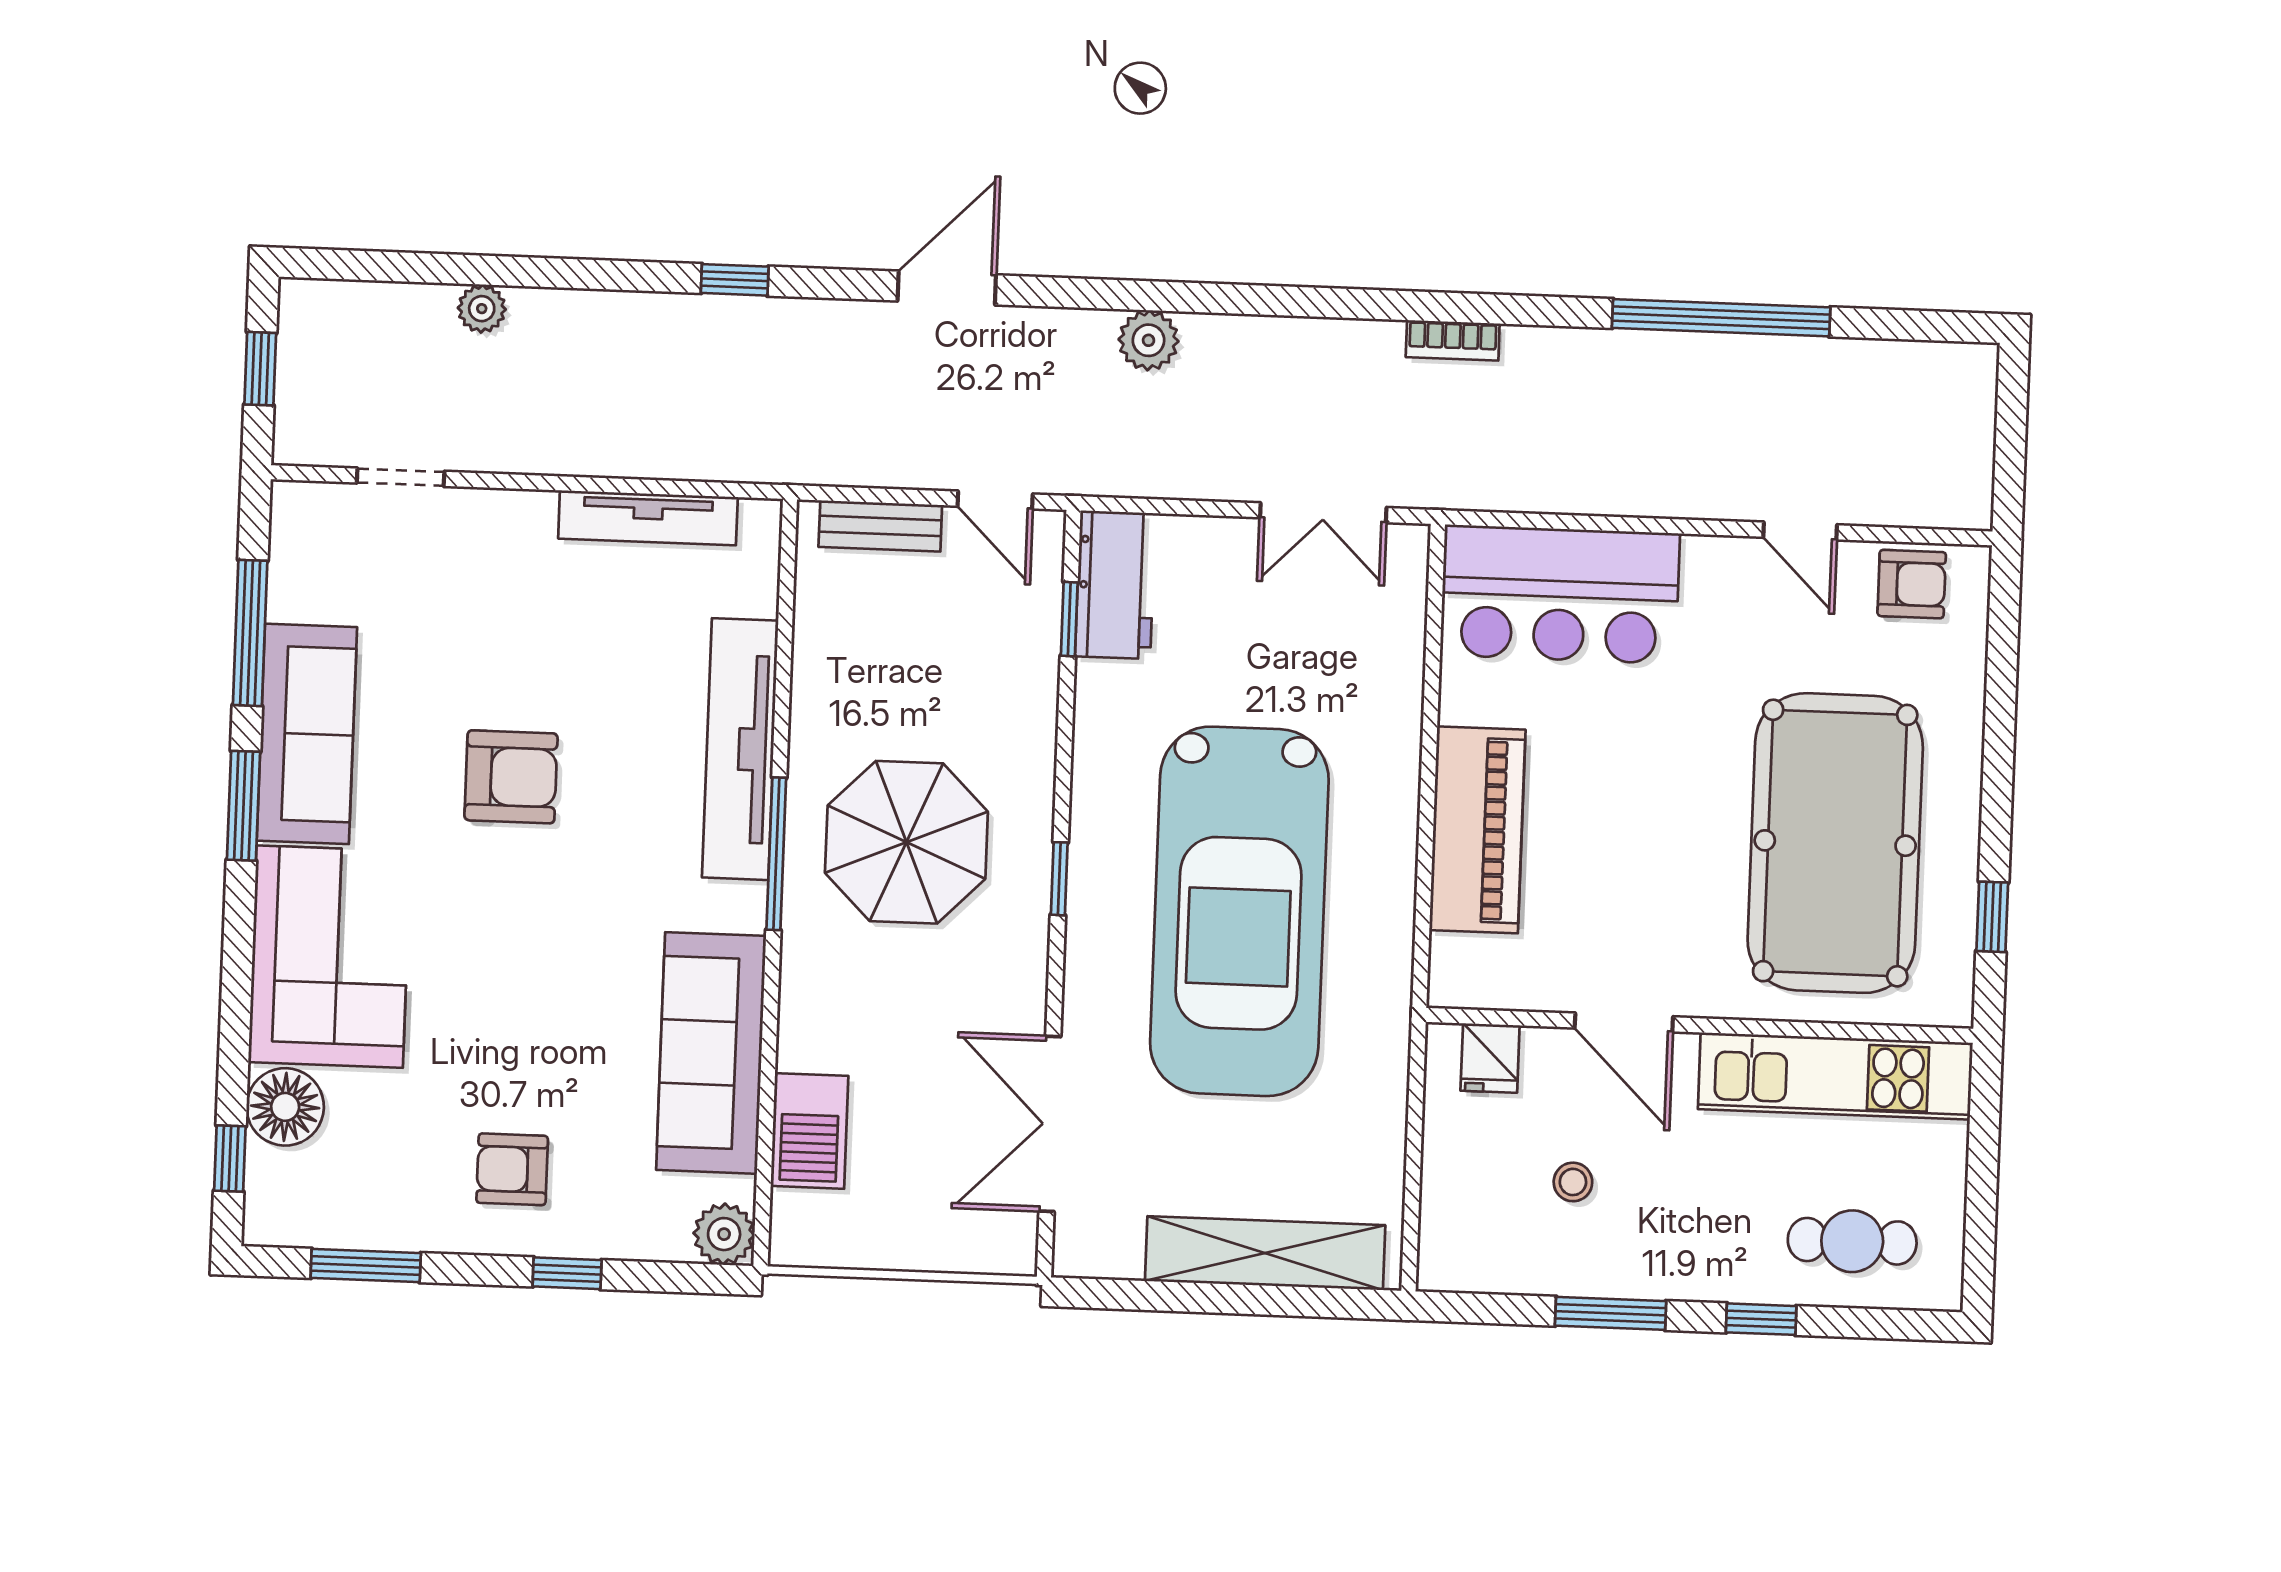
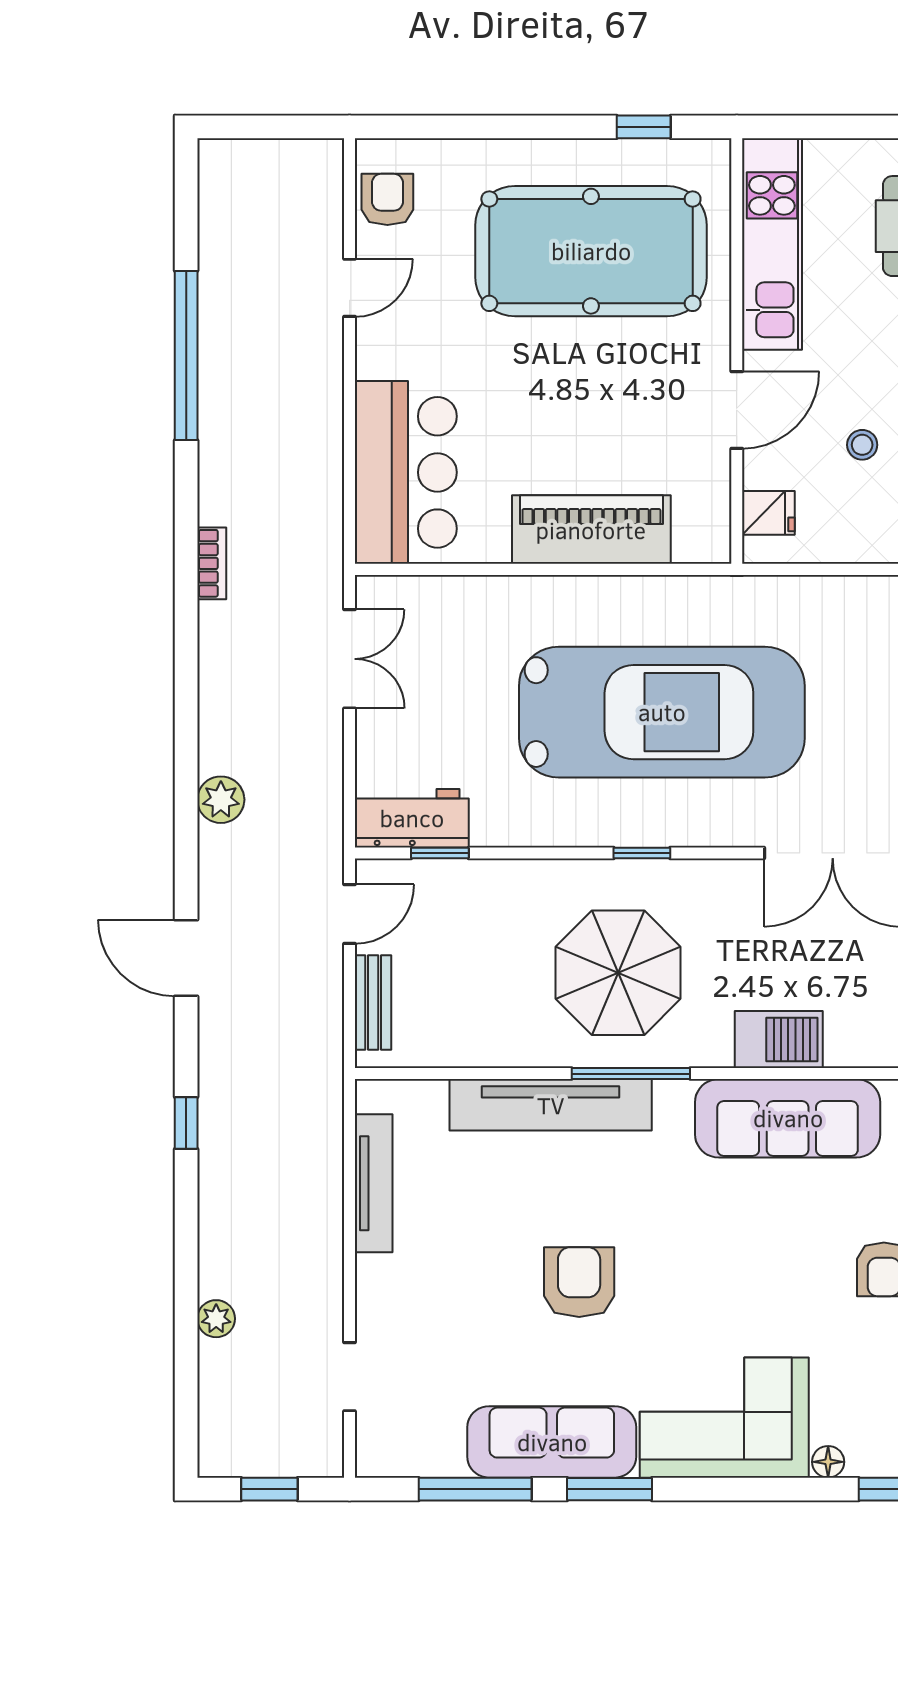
floor lamp: (285, 1107) -> (828, 1462), width x0.53, depth x0.53
barbecue: (810, 1131) -> (779, 1039), moved

